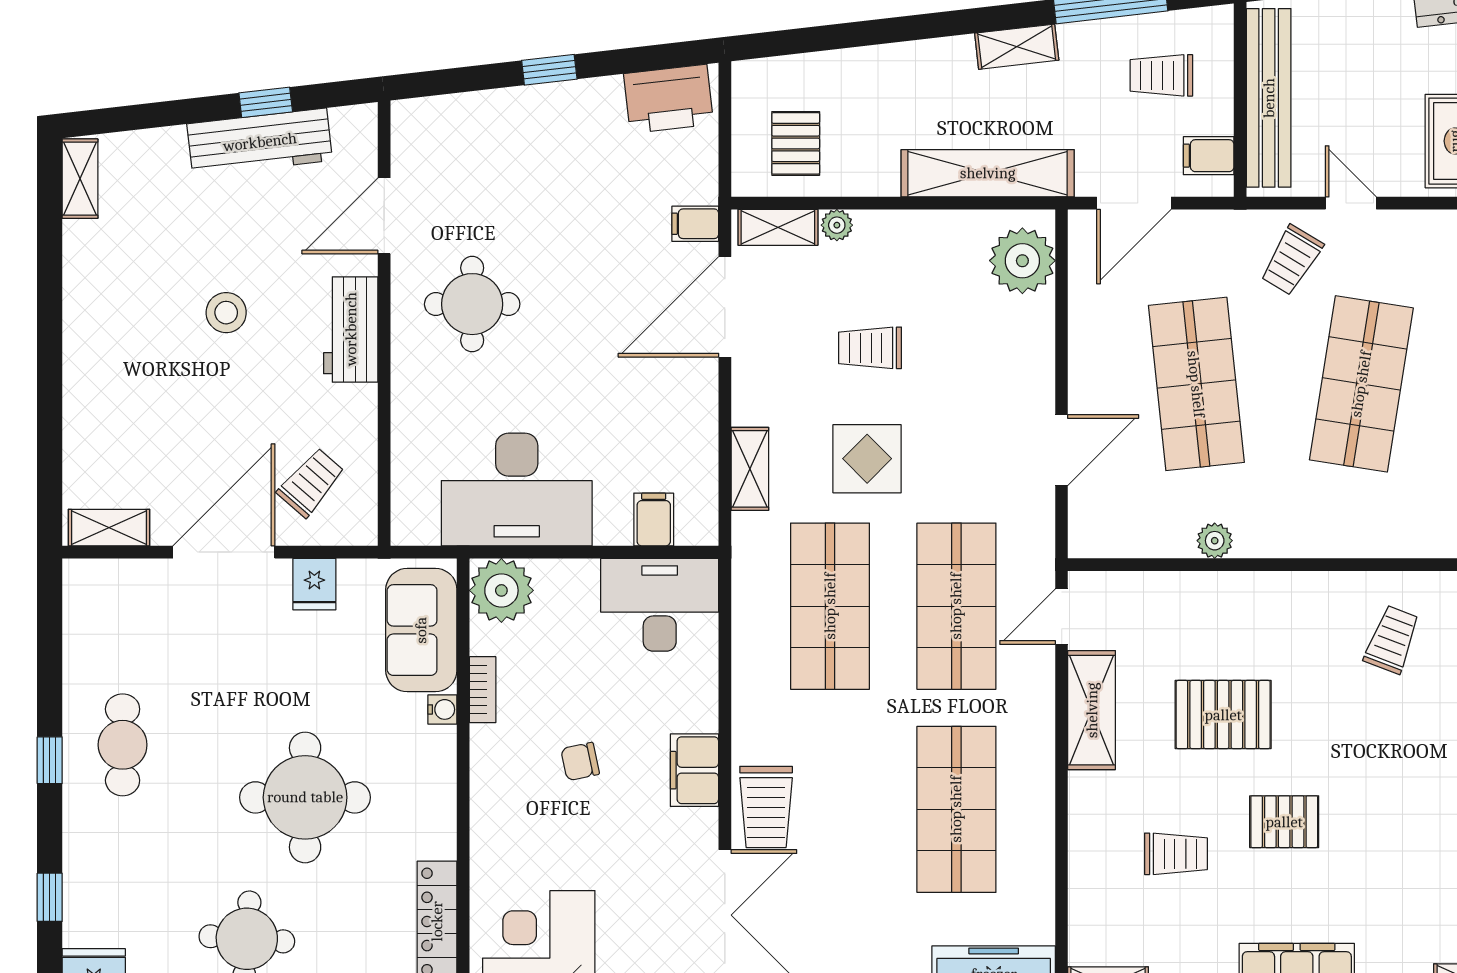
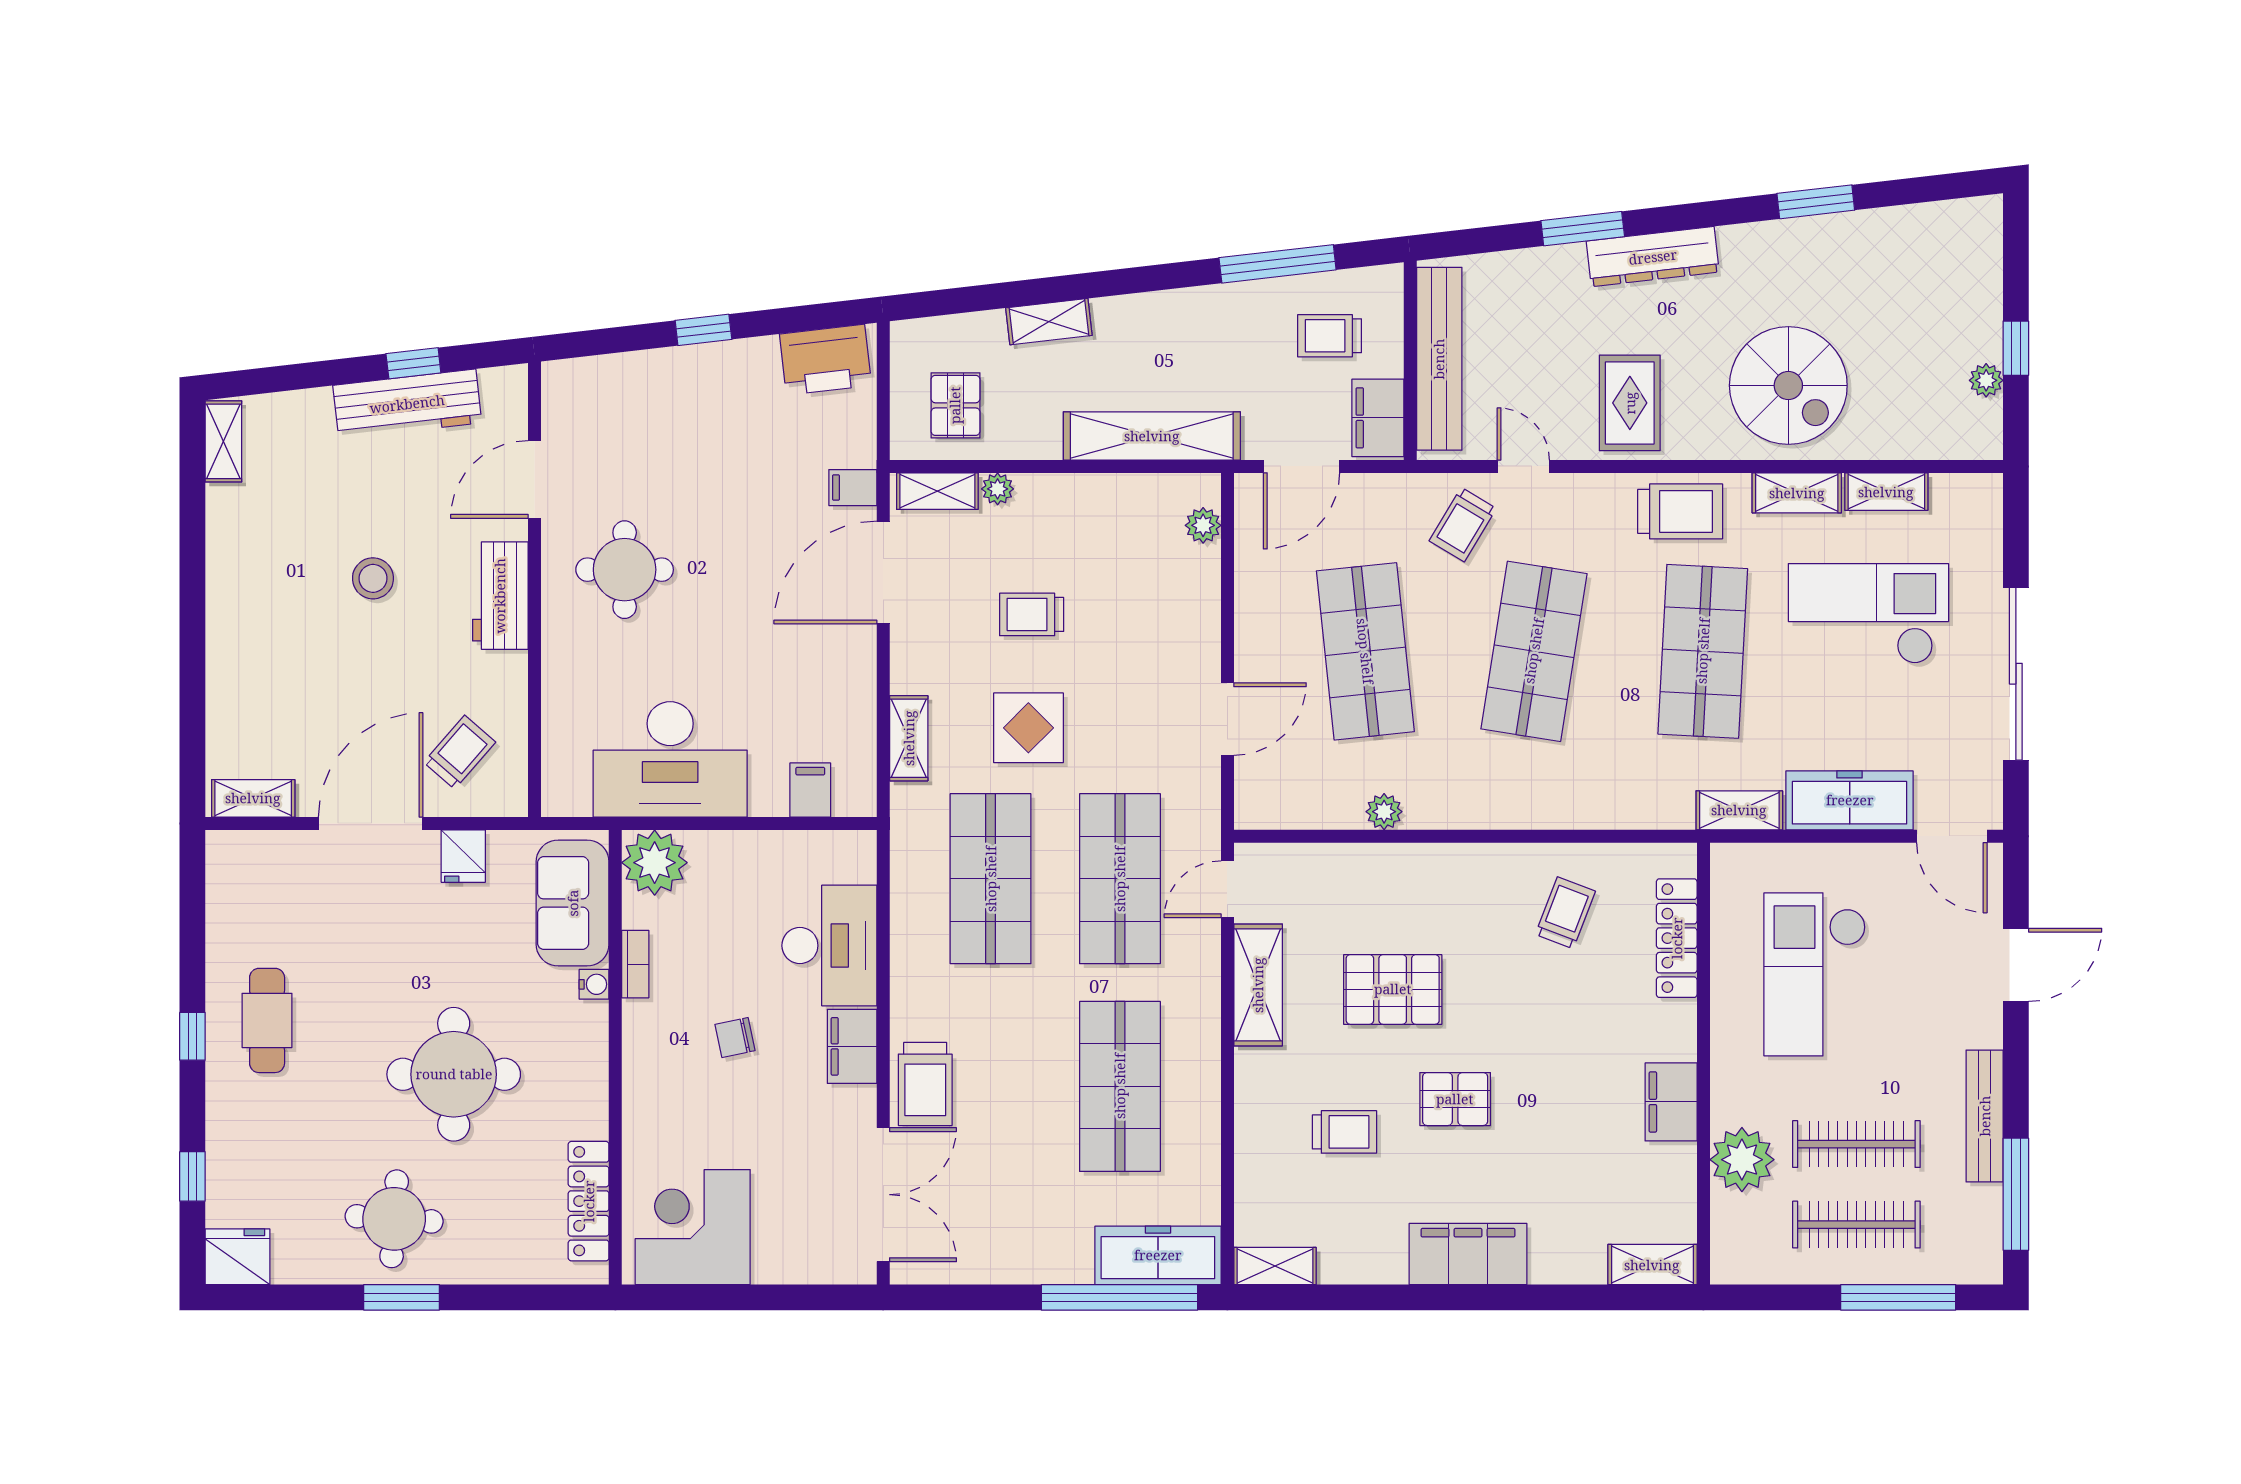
shelving: (1017, 47) -> (1049, 322), moved
filing cabinet: (1209, 156) -> (1378, 418), width x2.00
plant: (1022, 261) -> (1203, 525), width x0.53, depth x0.53
desk: (660, 605) -> (829, 946), moved, turned 90

